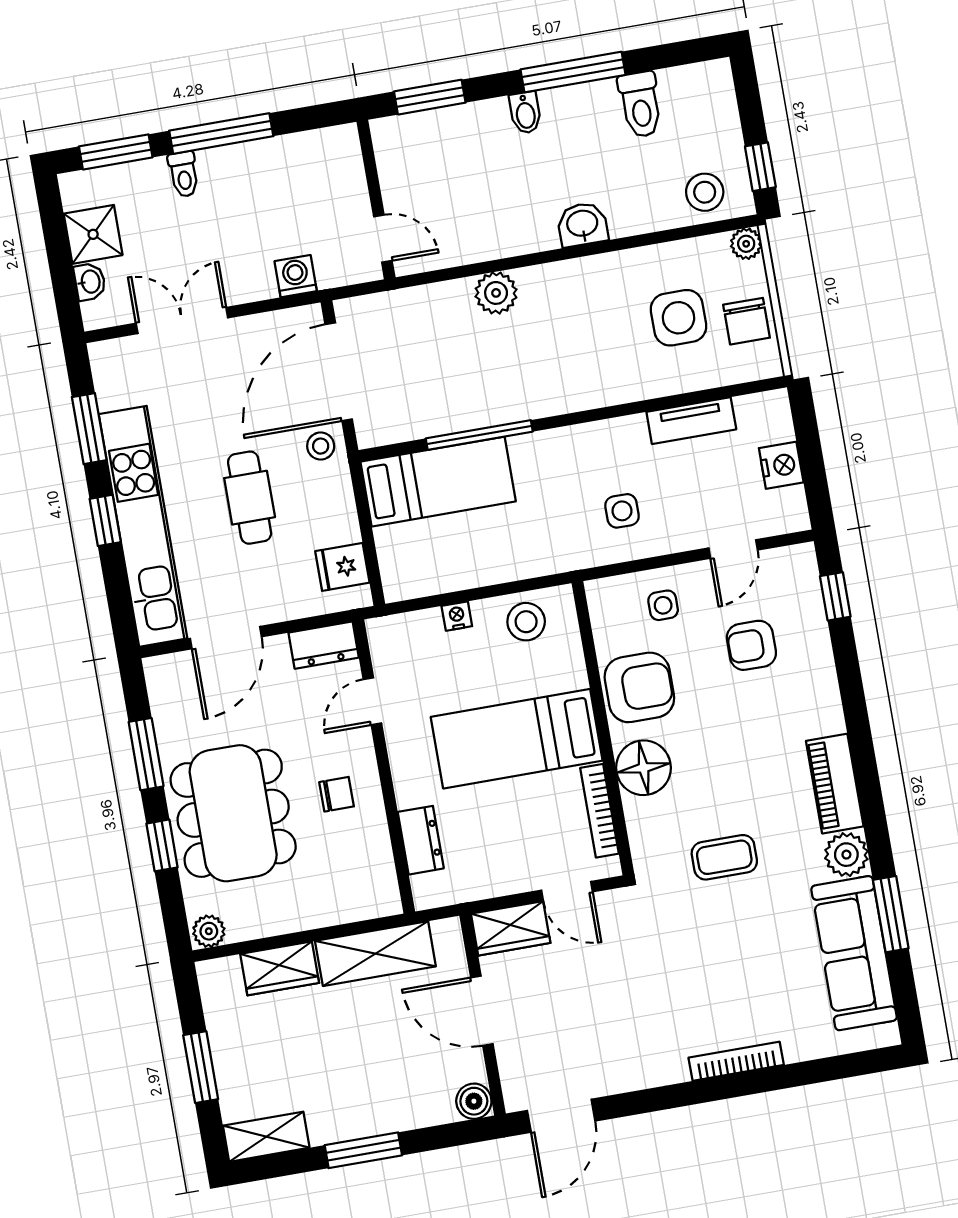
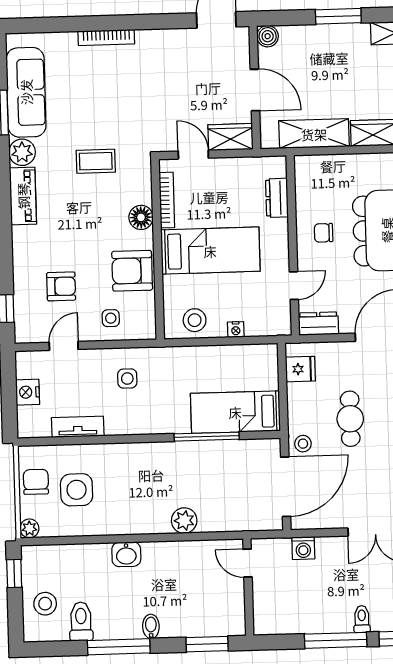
stool: (705, 192) -> (45, 604), moved
floor lamp: (644, 768) -> (141, 217), width x0.73, depth x0.73

